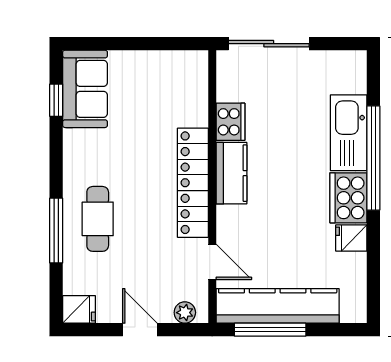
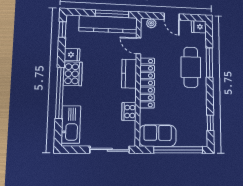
window: (126, 44) -> (178, 150), added
sofa: (85, 89) -> (158, 136), moved, turned 90
kitchen sink: (349, 133) -> (71, 124), moved
kitchen counter: (231, 173) -> (129, 74), moved
cafe table: (98, 219) -> (191, 67), width x1.37, depth x1.35
window: (373, 291) -> (62, 29), added

